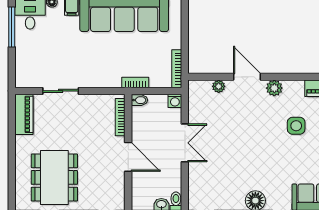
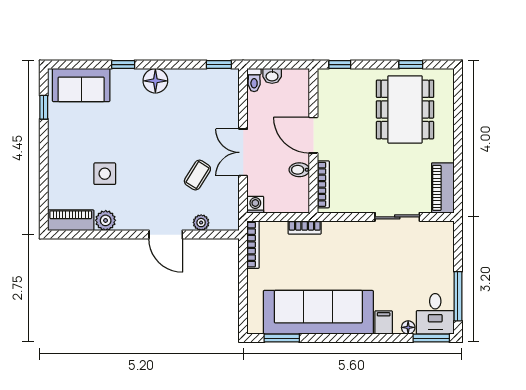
plant: (274, 88) -> (106, 220), moved
bidet: (139, 100) -> (299, 170), moved
coffee table: (222, 125) -> (197, 175), added

